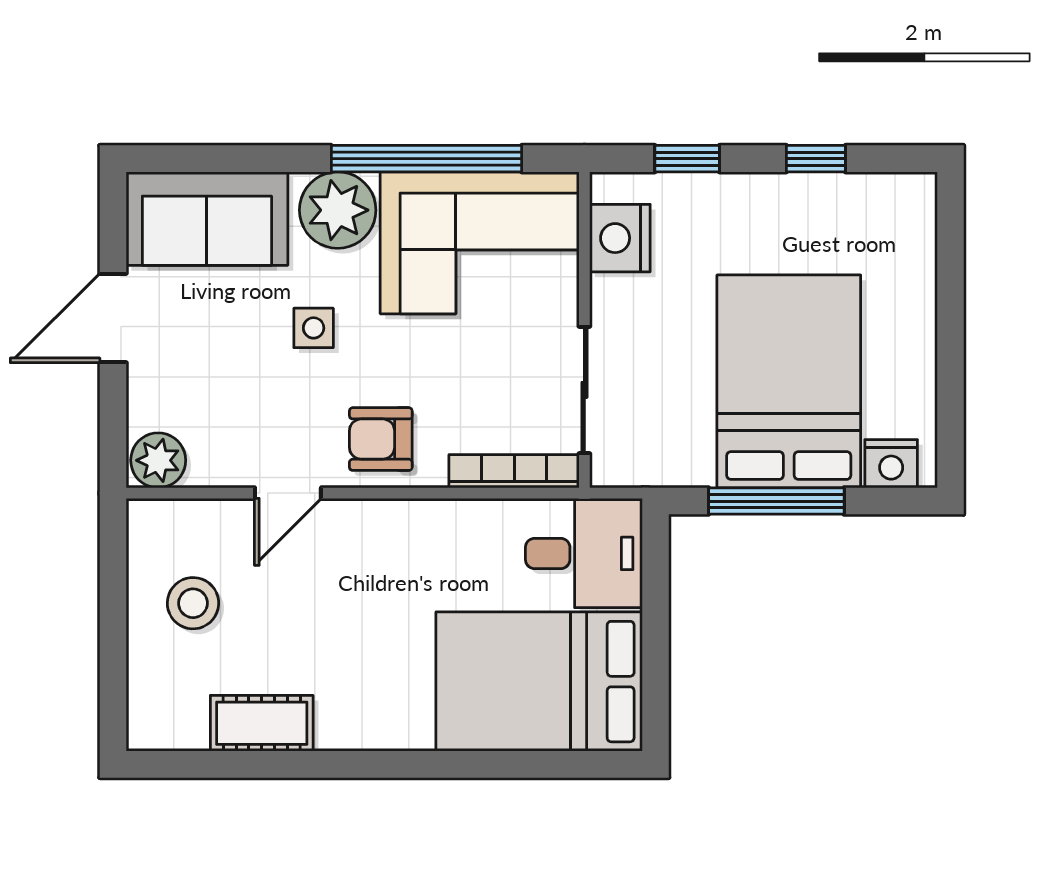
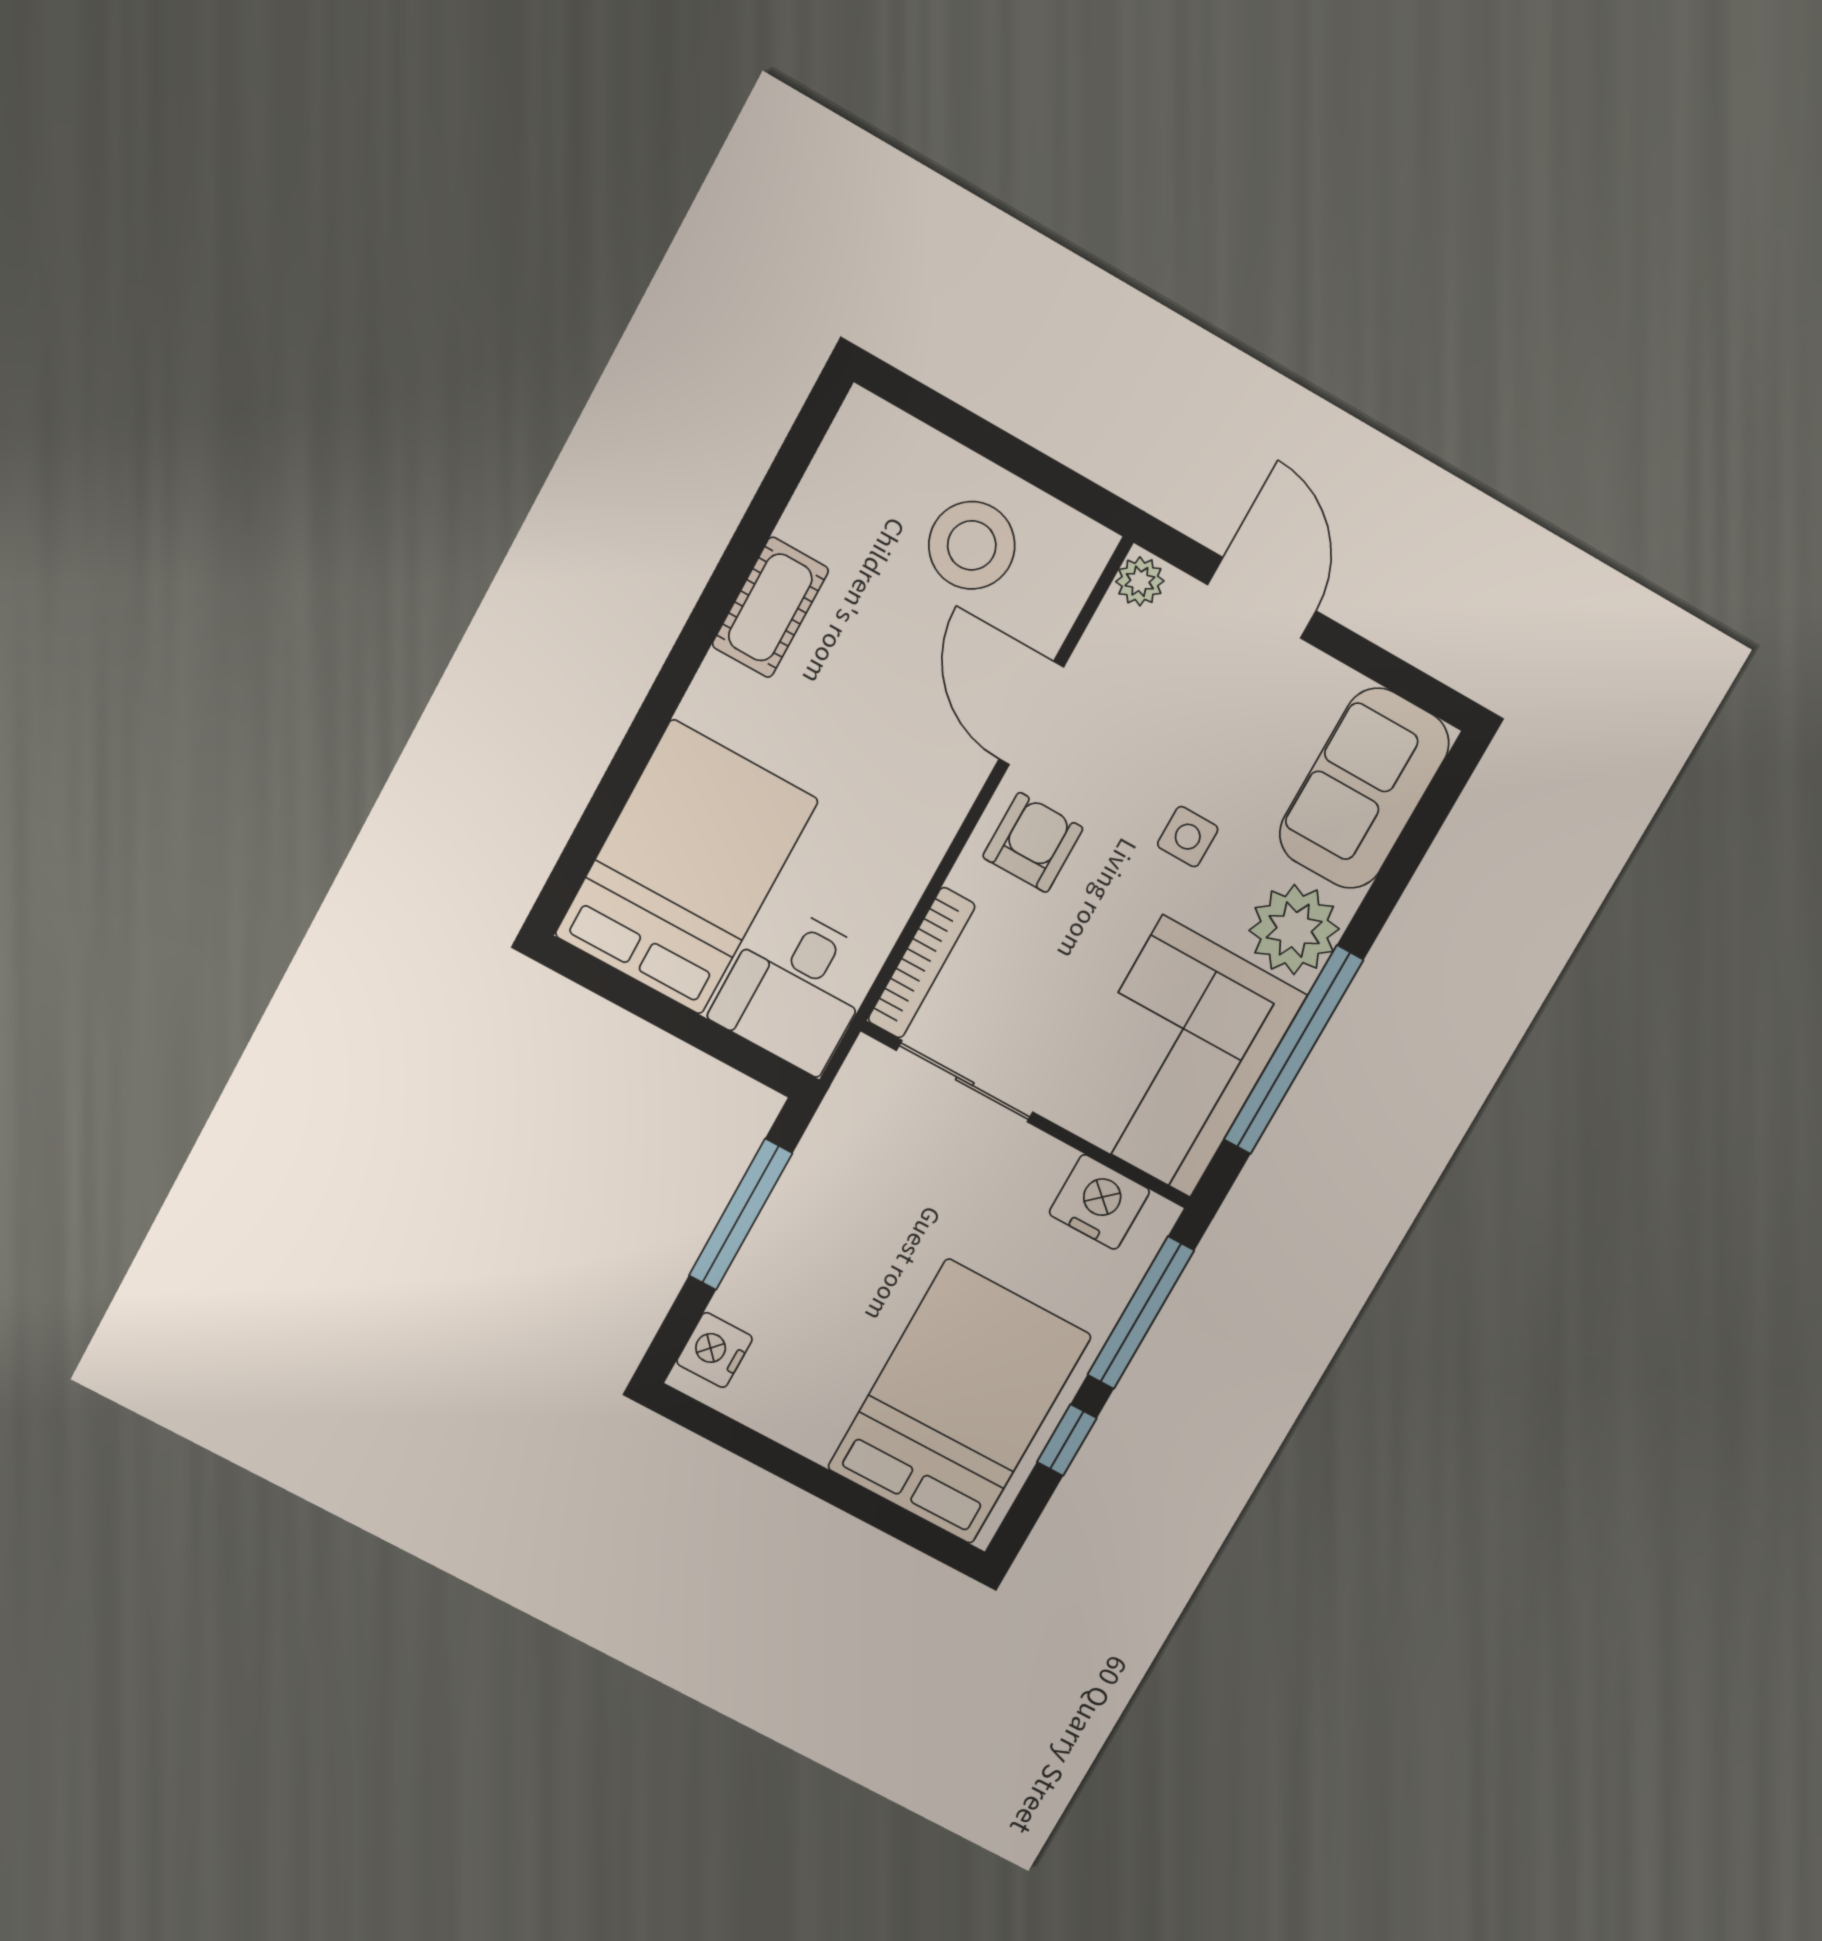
window: (687, 159) -> (1141, 1313), width x2.17
door: (113, 318) -> (1262, 598), moved
bed: (789, 381) -> (959, 1402), moved, turned -90
plant: (158, 460) -> (1140, 581), width x0.73, depth x0.73
door: (288, 493) -> (1031, 713), width x1.38
stool: (193, 603) -> (972, 545), width x1.38, depth x1.38
cot: (262, 723) -> (770, 607), moved

